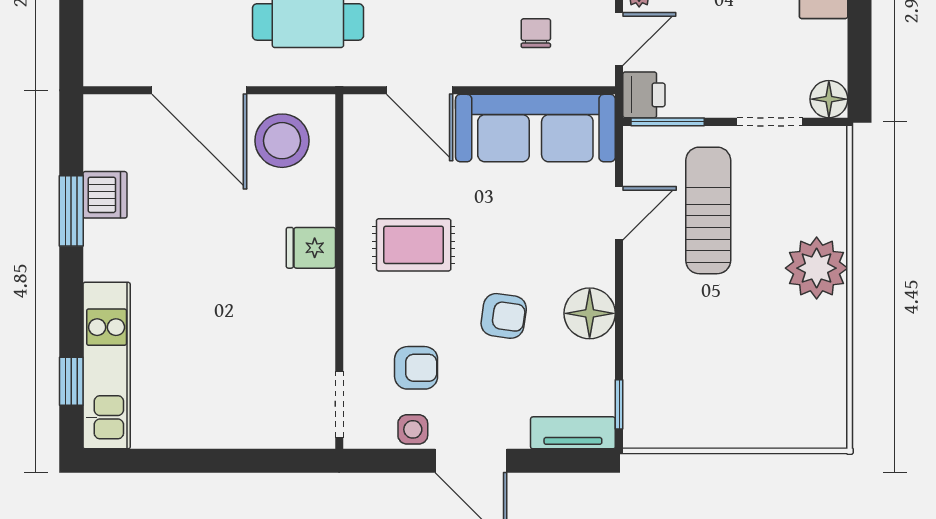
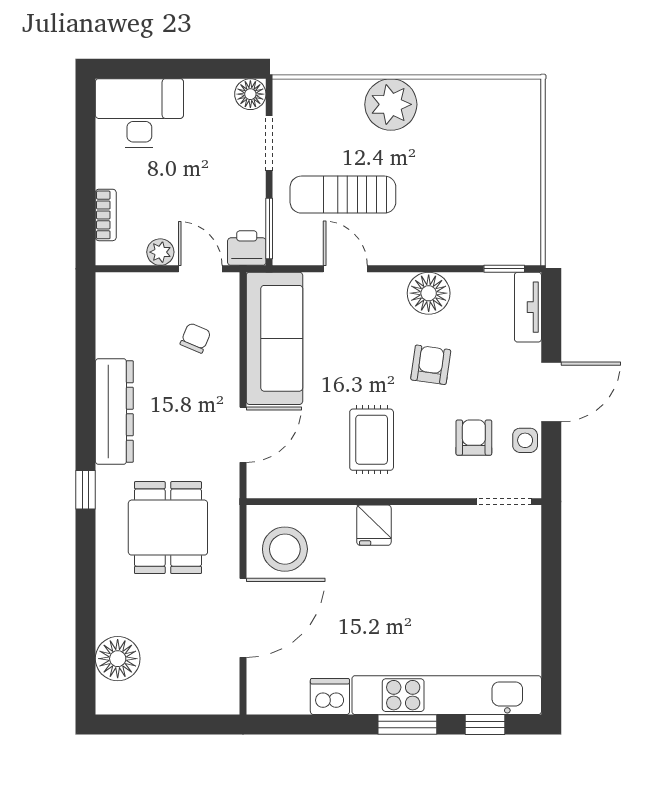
chair: (536, 33) -> (195, 338), turned 113
window: (71, 211) -> (407, 725), moved
kitchen unit: (107, 366) -> (447, 695), width x1.36

